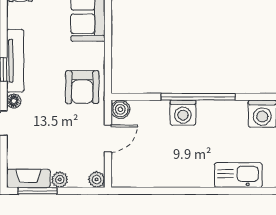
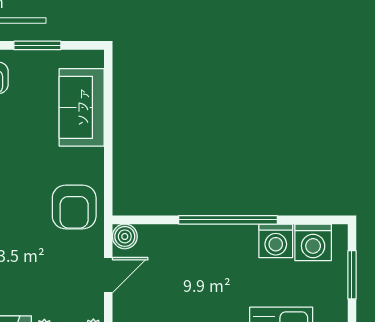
washing machine: (183, 113) -> (276, 241), moved

